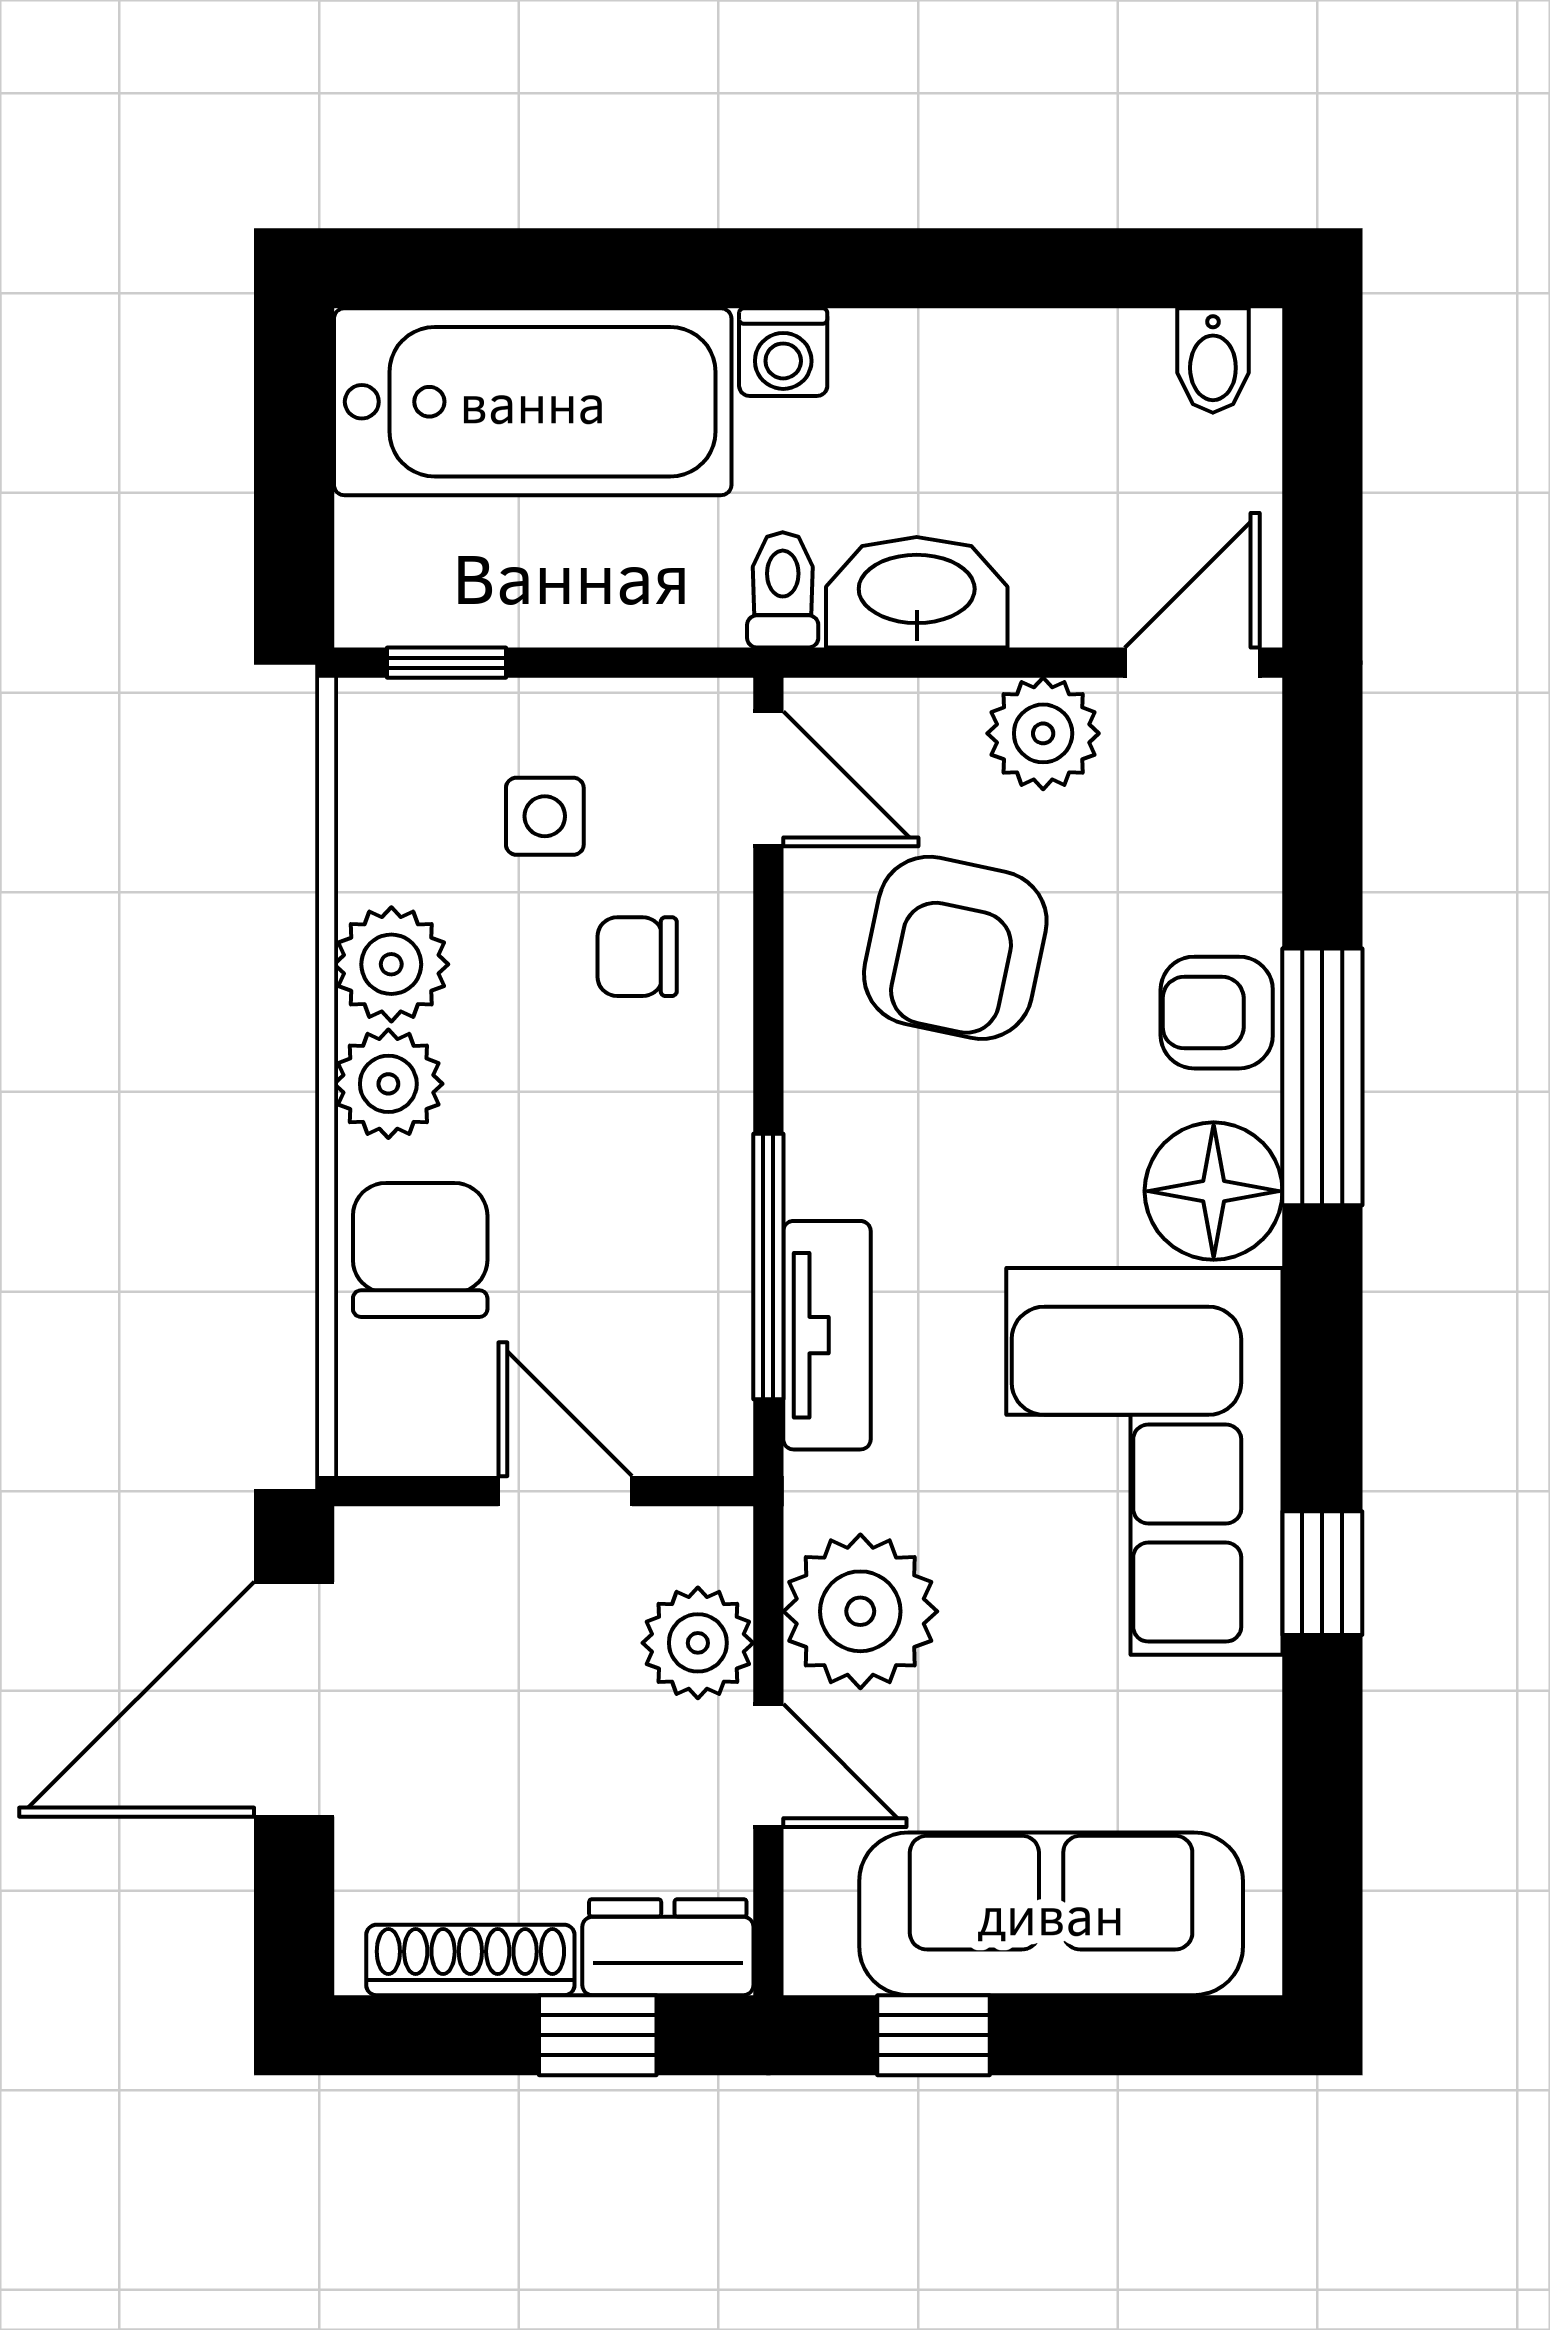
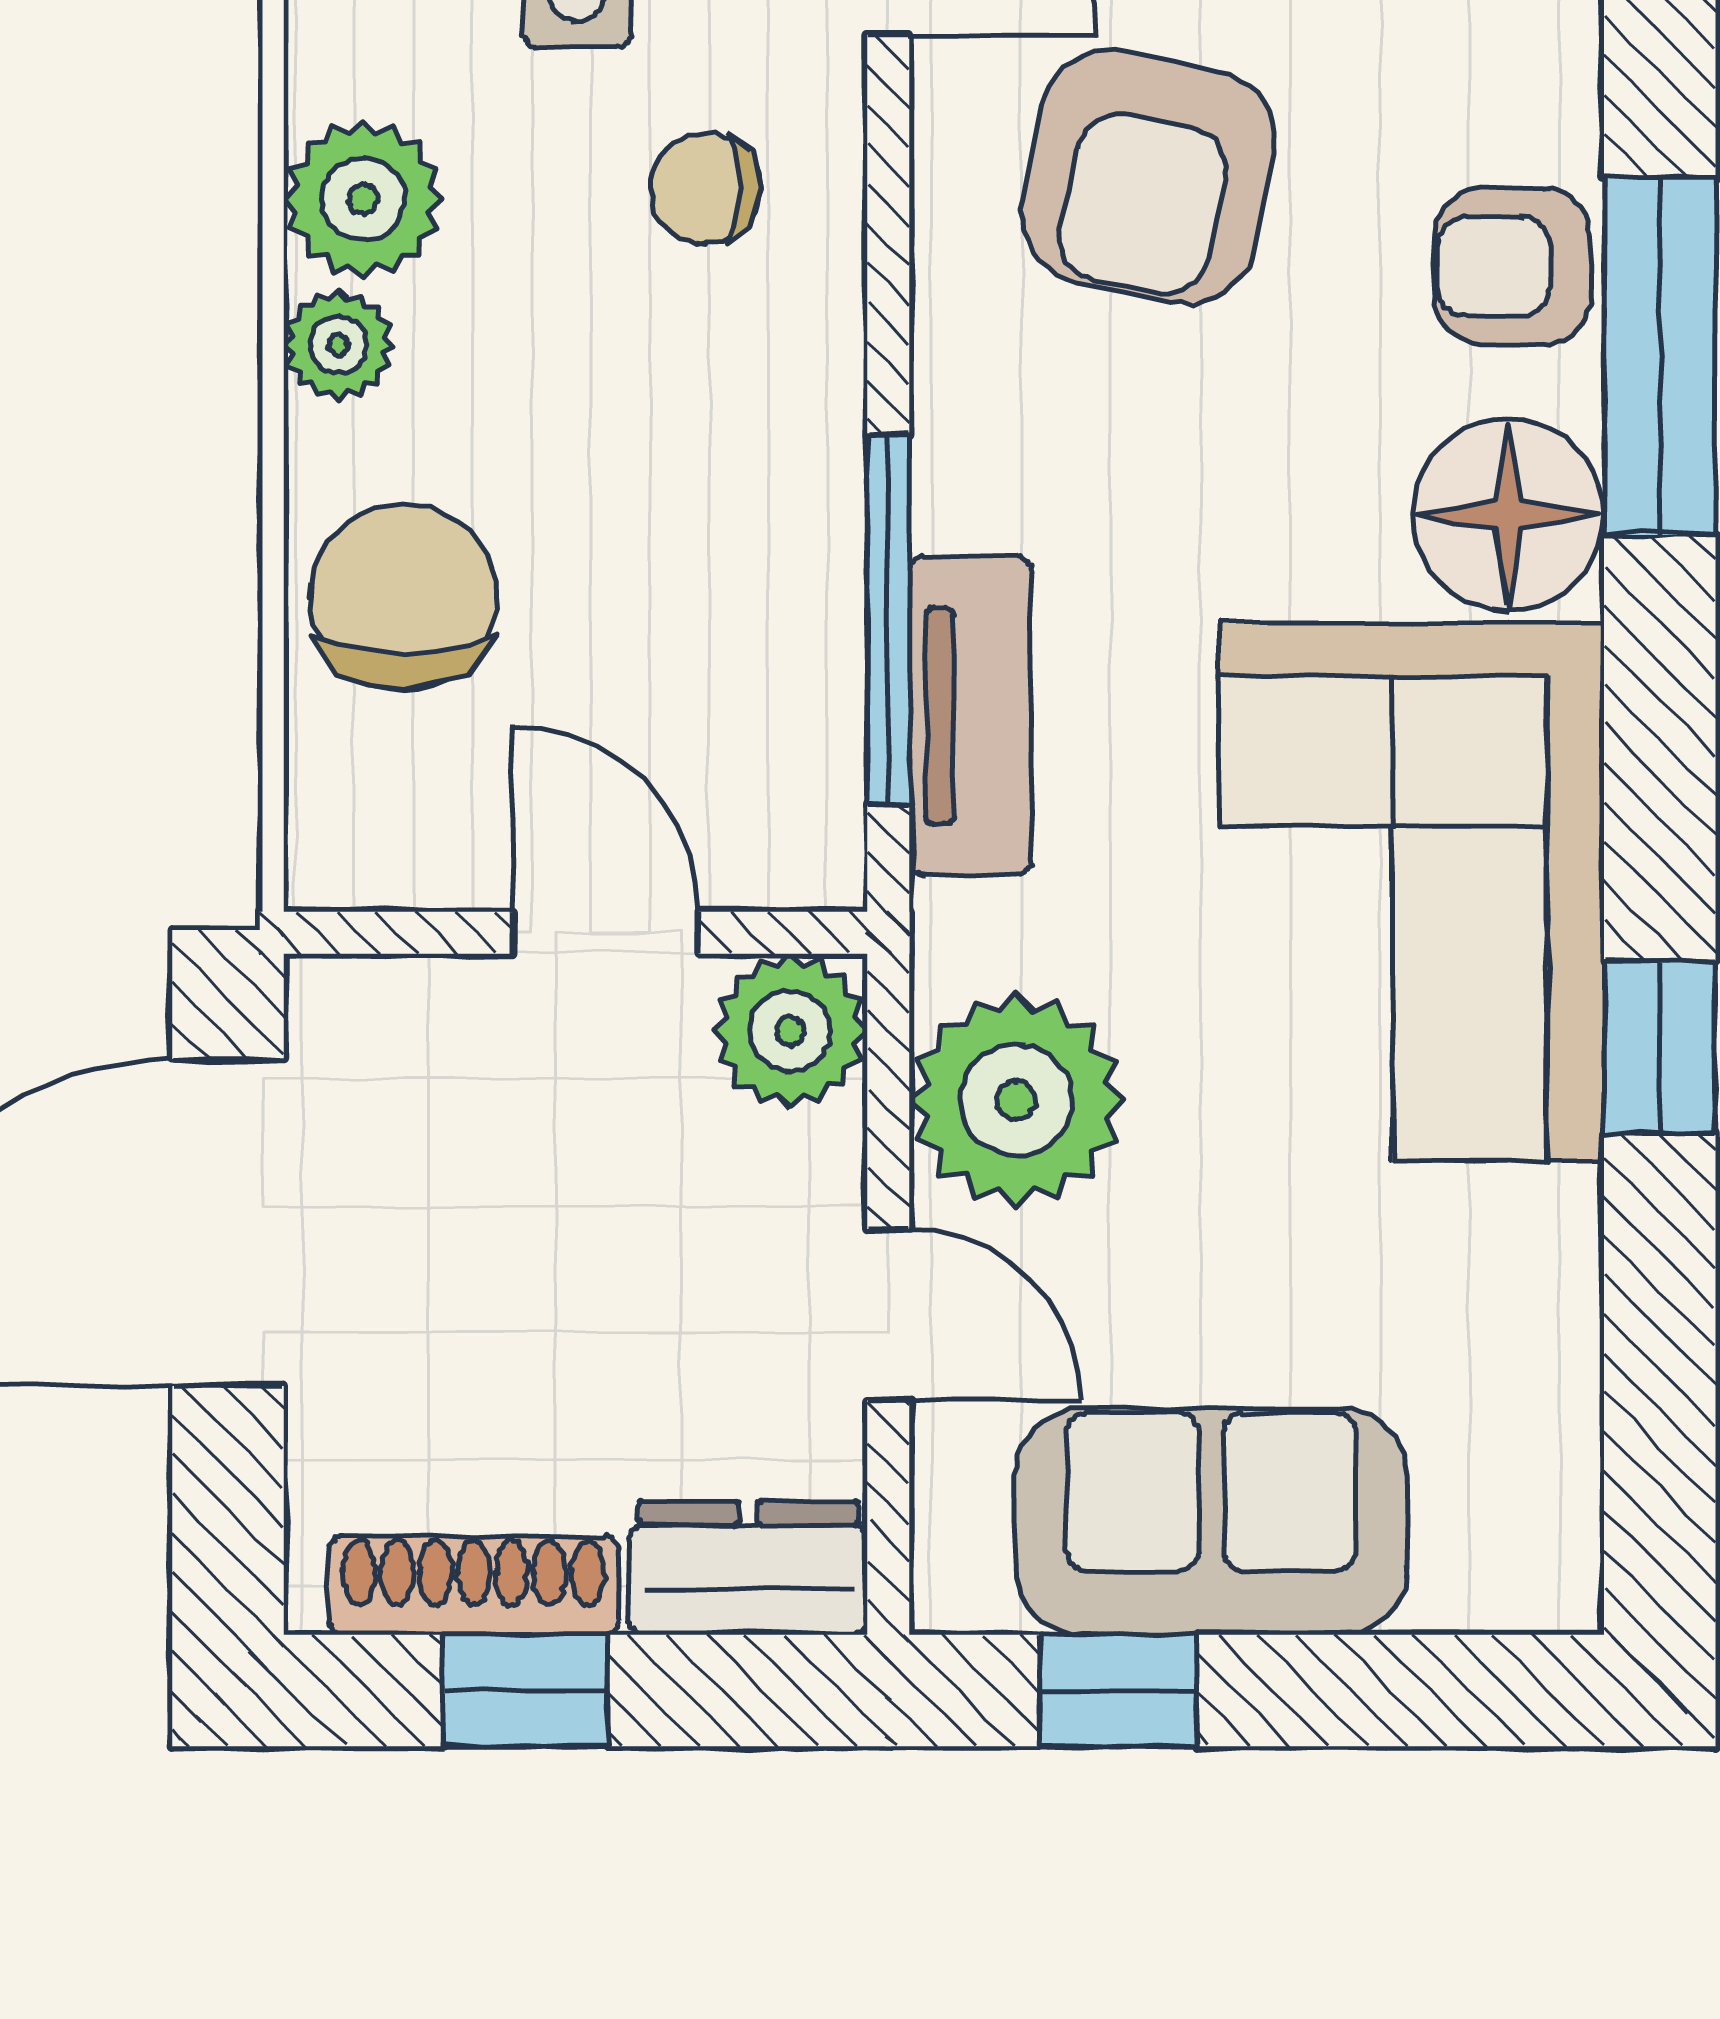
plant: (388, 1084) -> (339, 345), width x0.73, depth x0.73
plant: (698, 1643) -> (790, 1031), moved
sofa: (1051, 1914) -> (1211, 1521), width x0.73
window: (598, 2035) -> (526, 1690), moved

